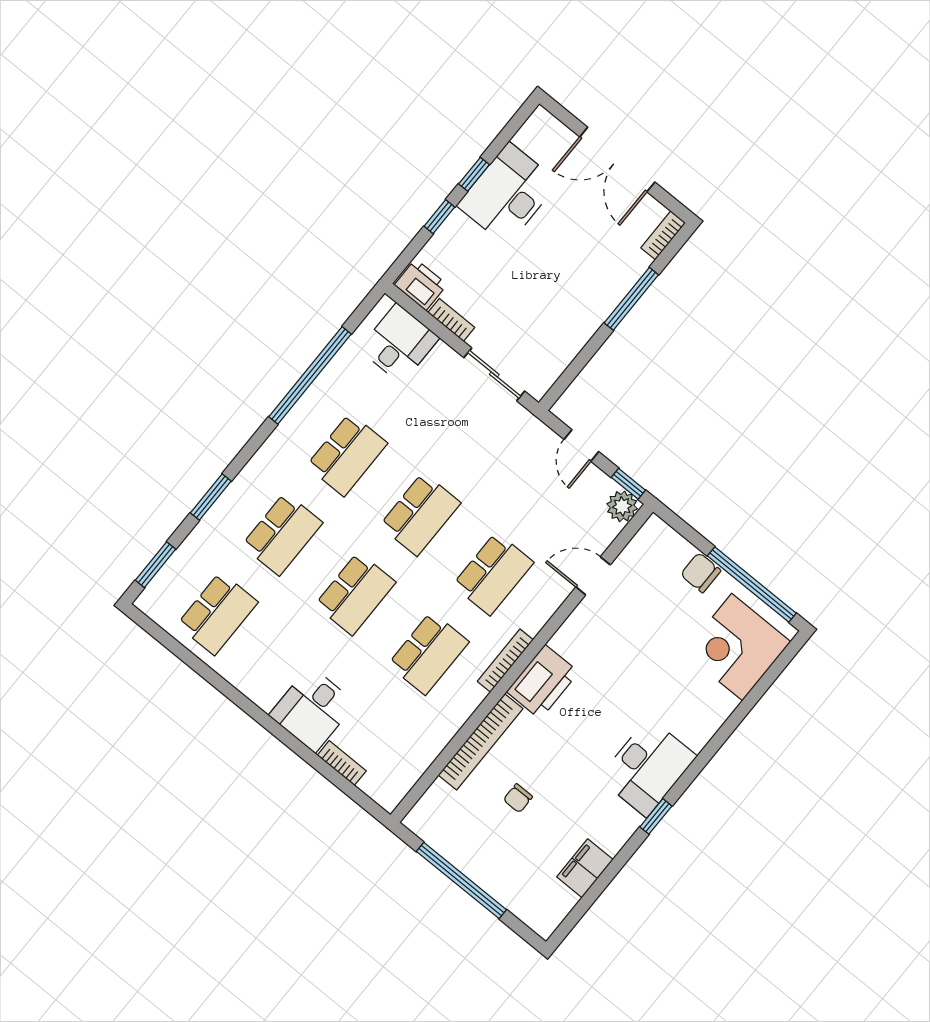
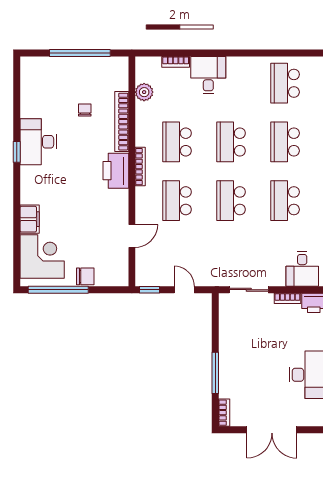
double door: (617, 159) -> (272, 430), swing flipped
plant: (622, 506) -> (144, 92), moved
desk: (648, 767) -> (38, 142), moved
filing cabinet: (585, 868) -> (30, 219), moved

